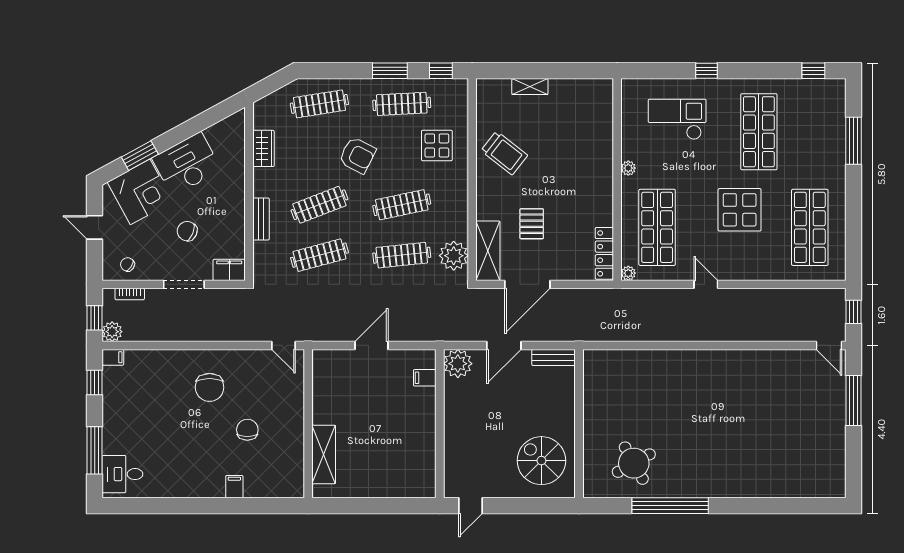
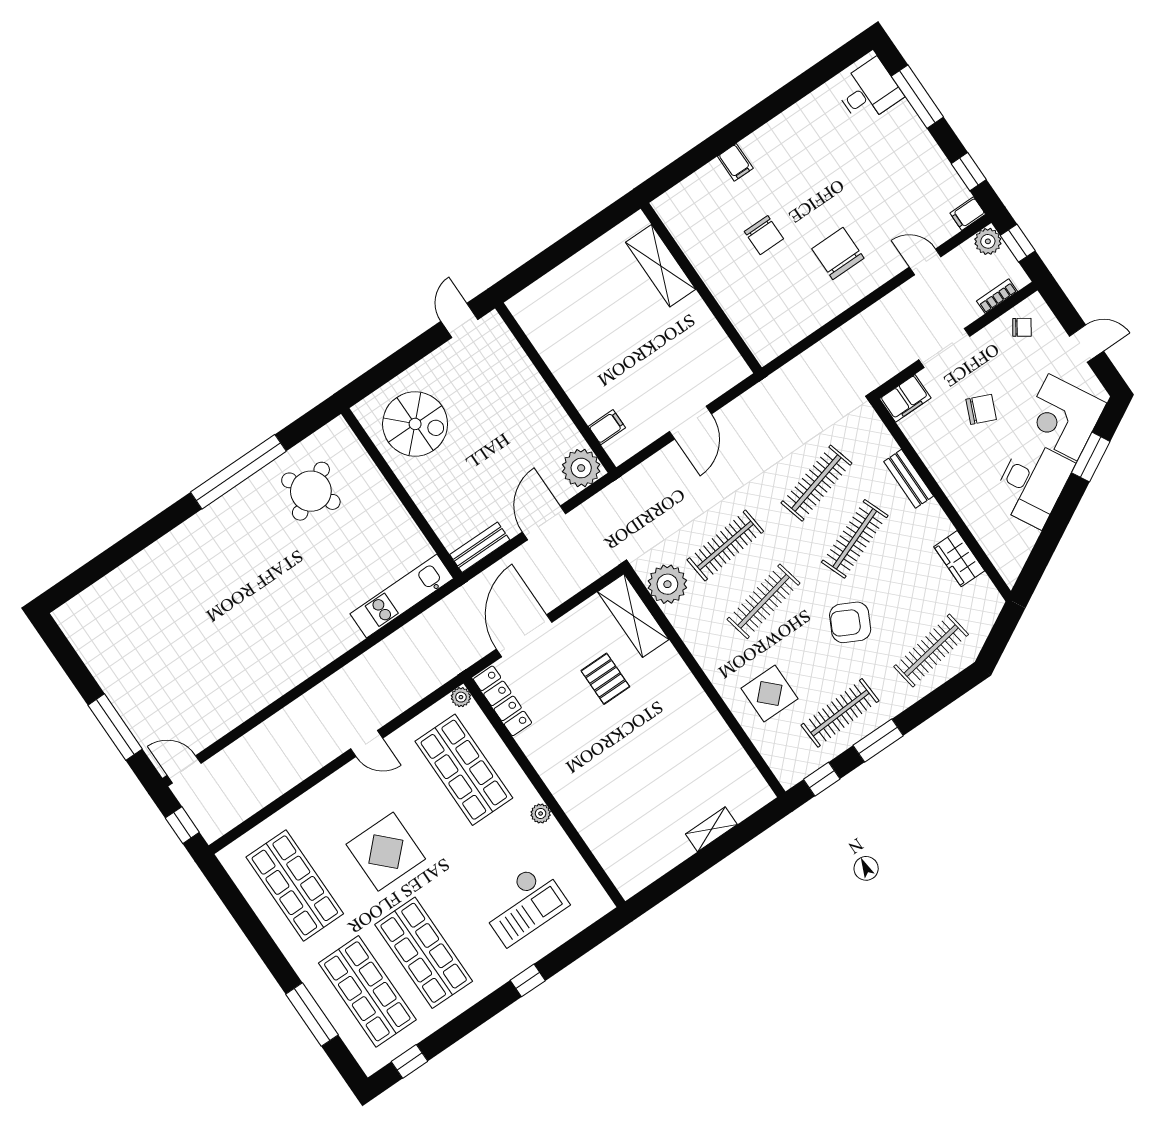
shop shelf: (810, 132) -> (367, 991), added
trolley: (504, 153) -> (689, 736), removed
door: (527, 284) -> (524, 636), moved
door: (284, 345) -> (925, 262), moved
kitchen unit: (622, 360) -> (402, 596), added

